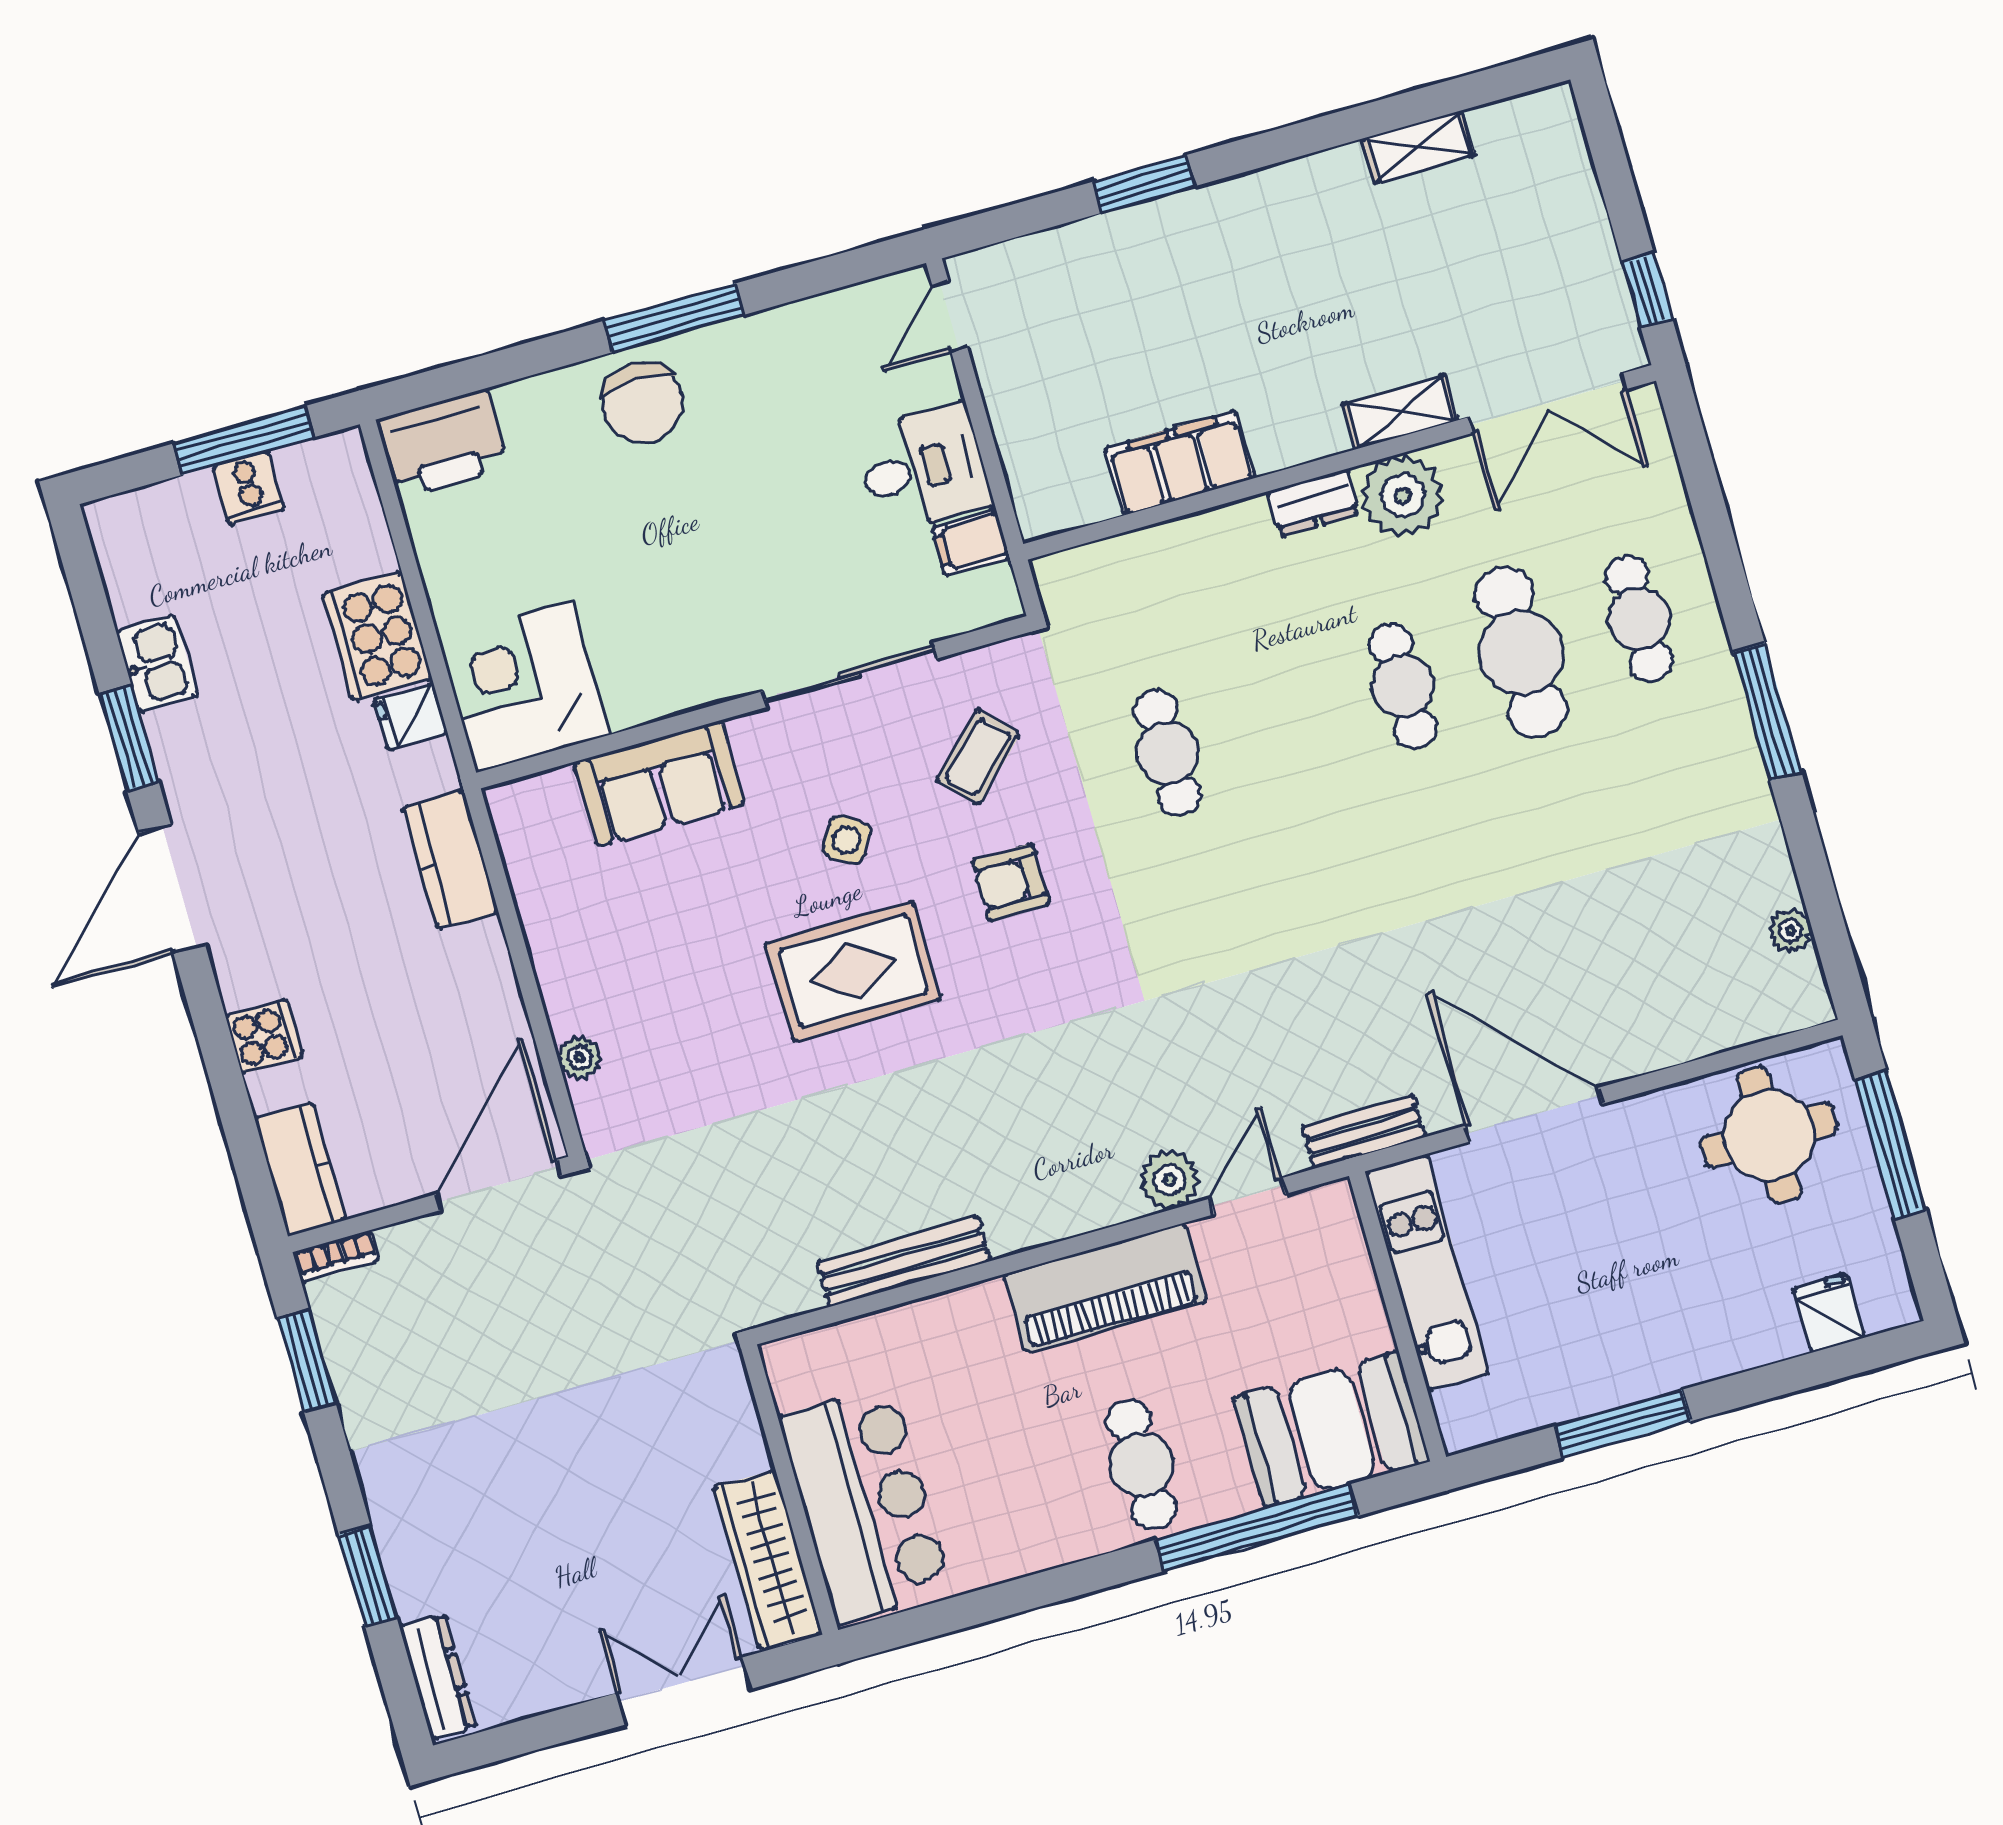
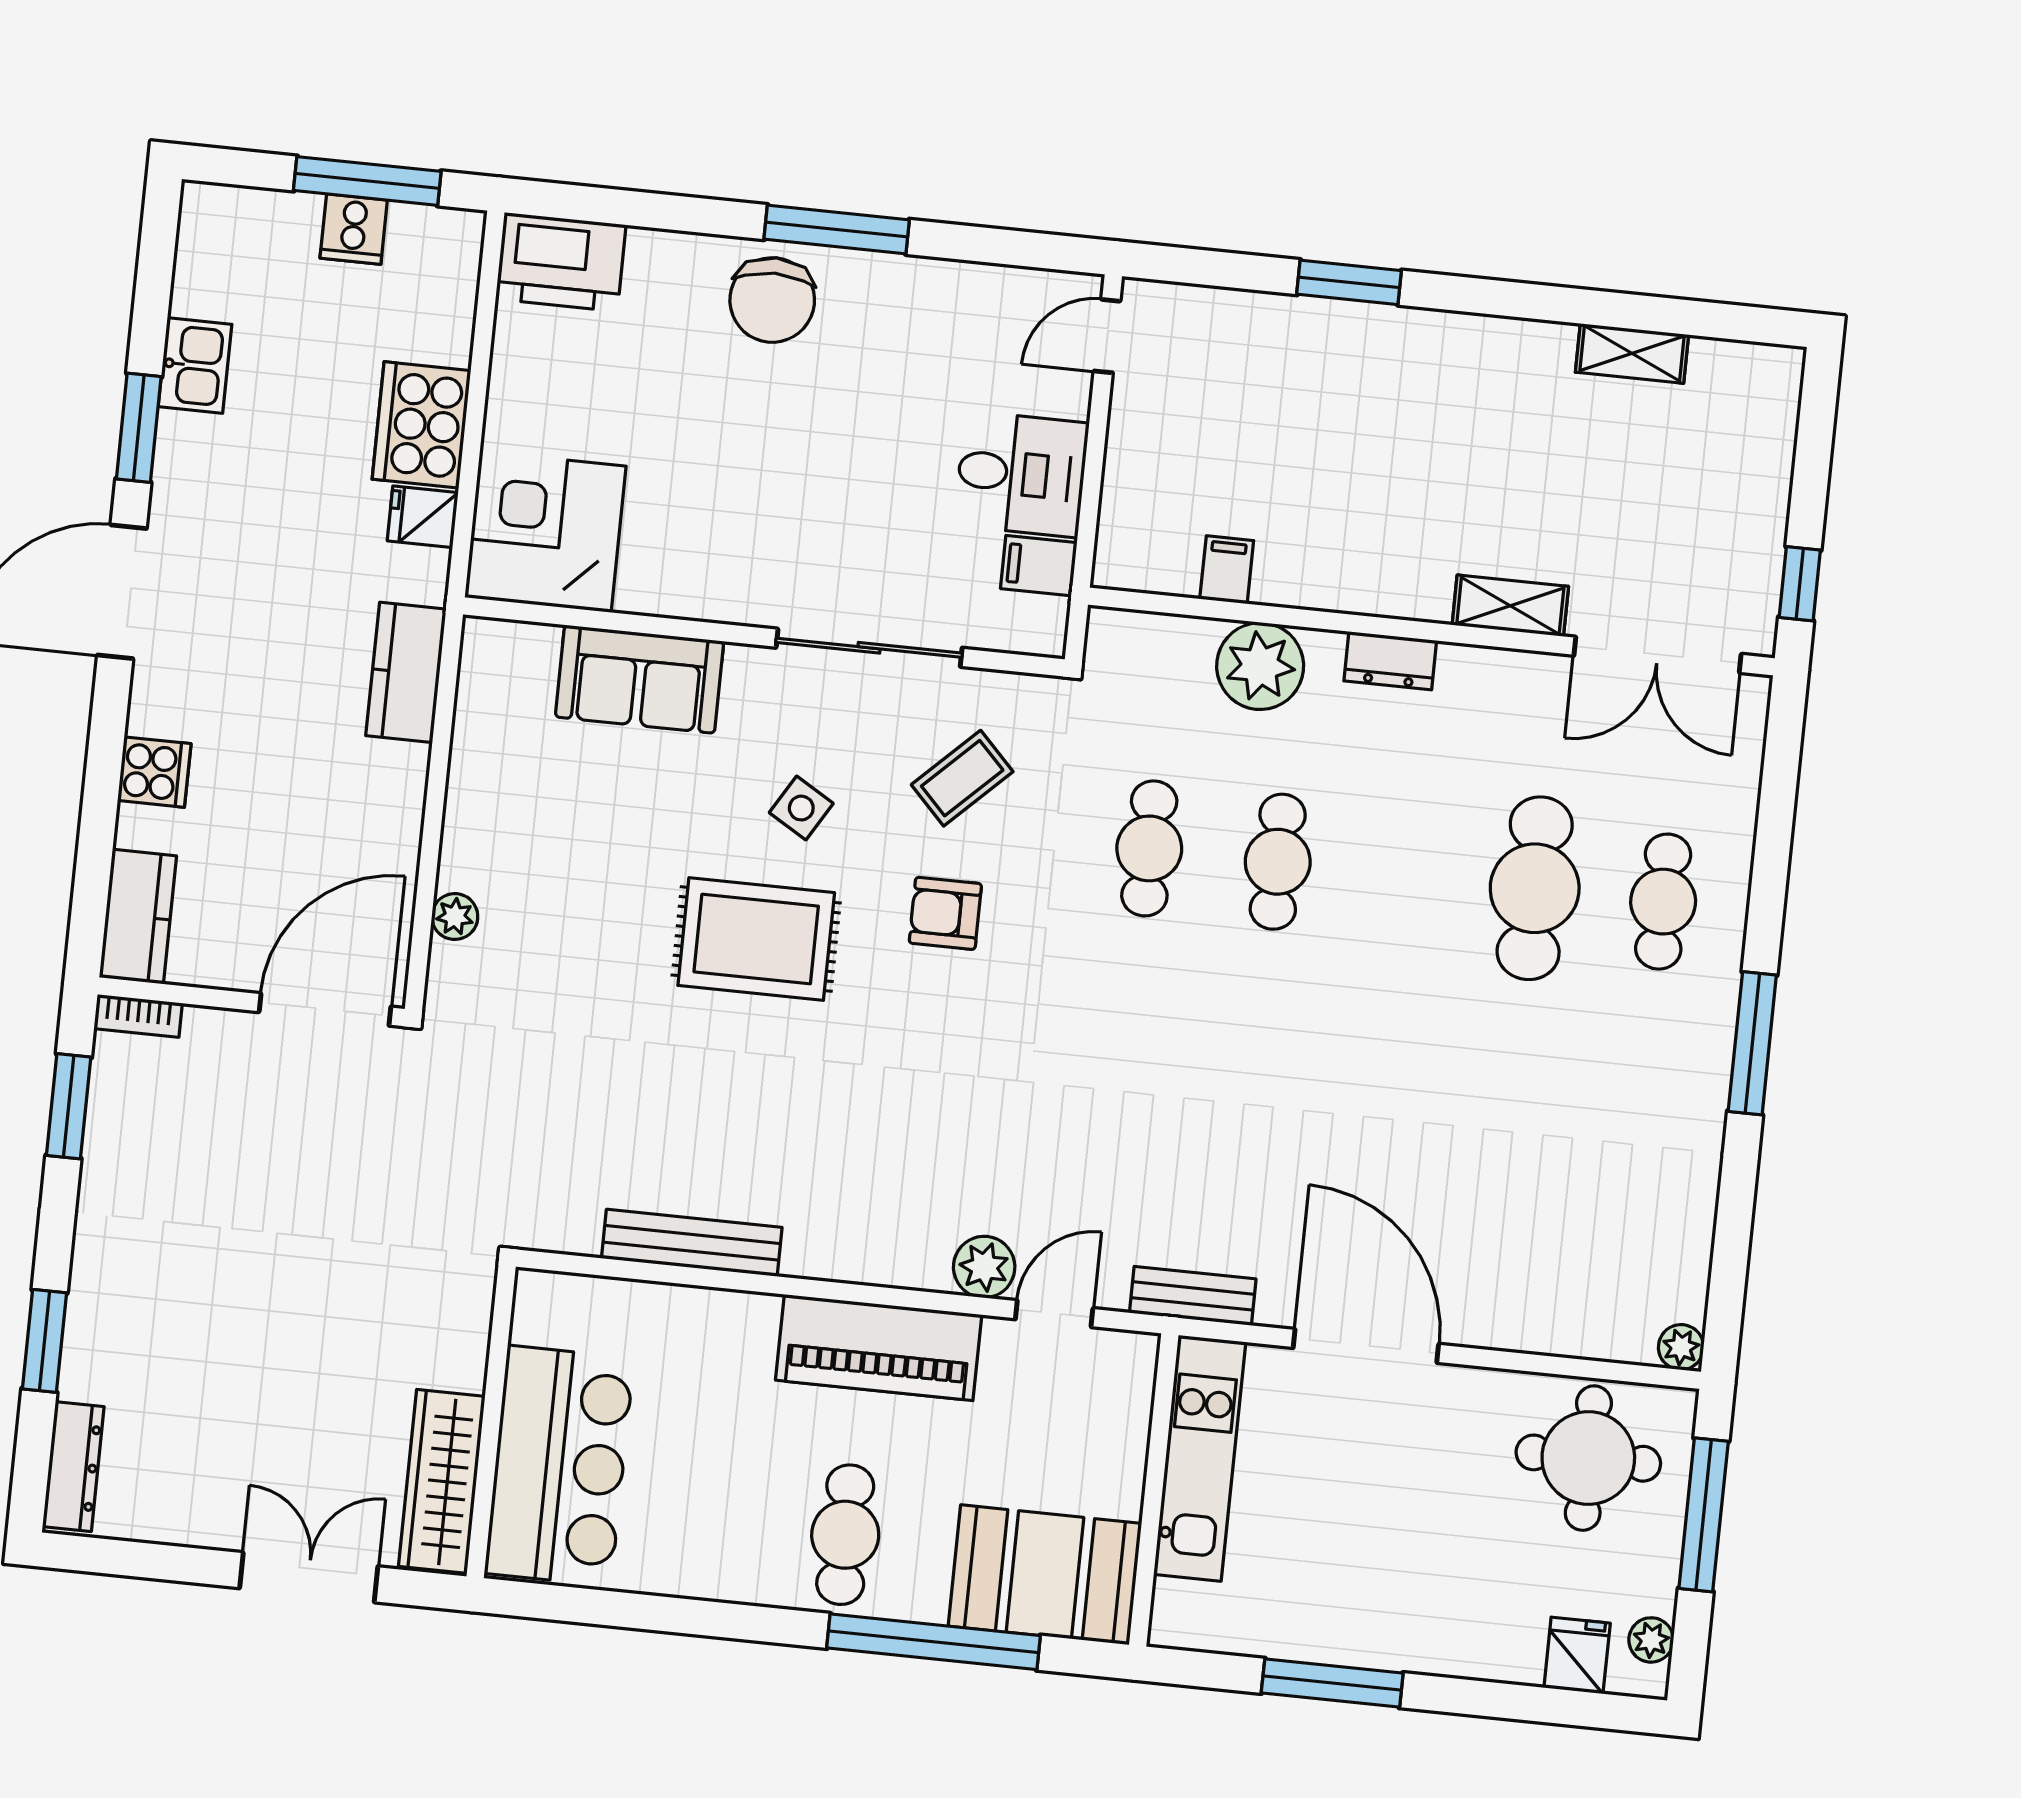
filing cabinet: (1180, 463) -> (1227, 570), width x0.33, depth x0.86
plant: (1403, 496) -> (1260, 666), moved
cafe table: (1403, 686) -> (1278, 862), moved
plant: (1790, 930) -> (1681, 1347), moved
plant: (1888, 1273) -> (1651, 1640), added

